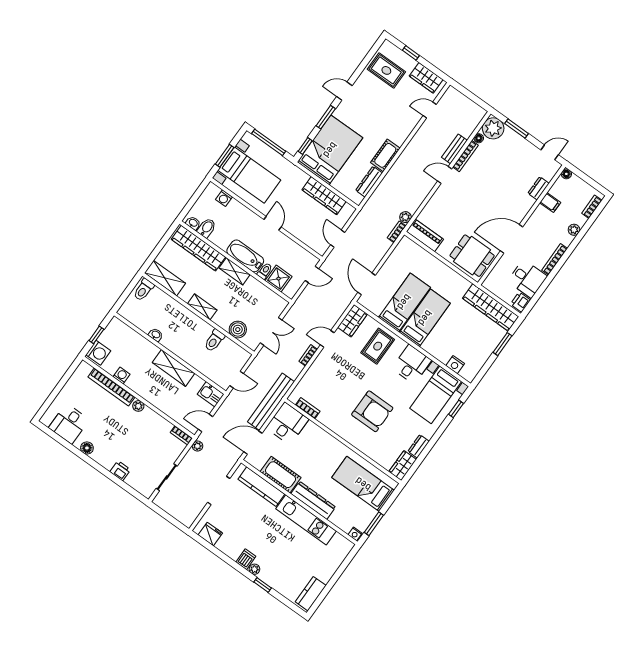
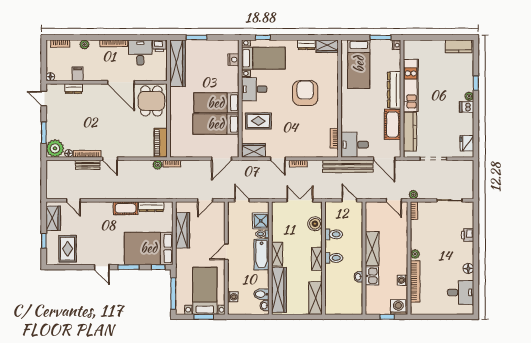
toilet: (144, 290) -> (334, 258), moved
kitchen sink: (211, 394) -> (372, 276), moved

